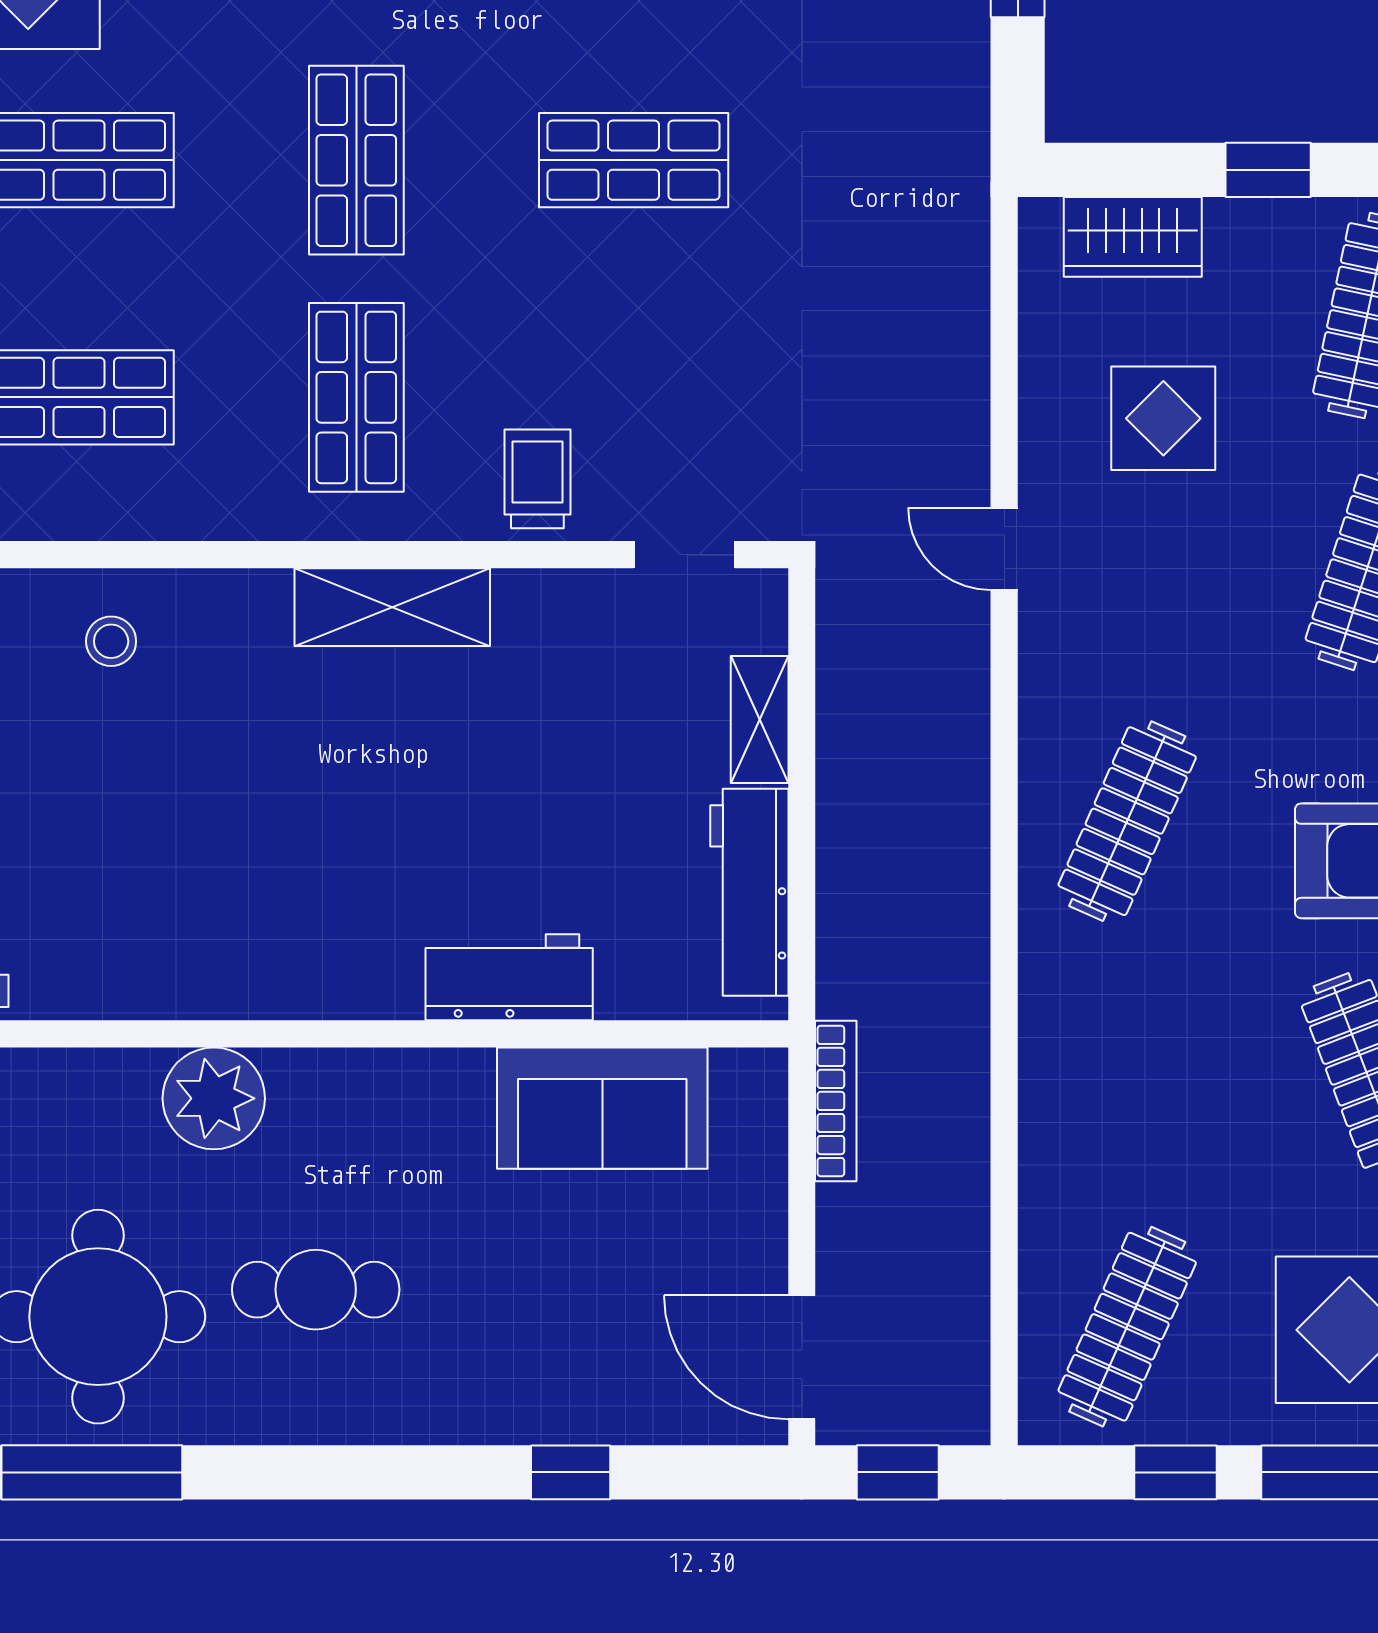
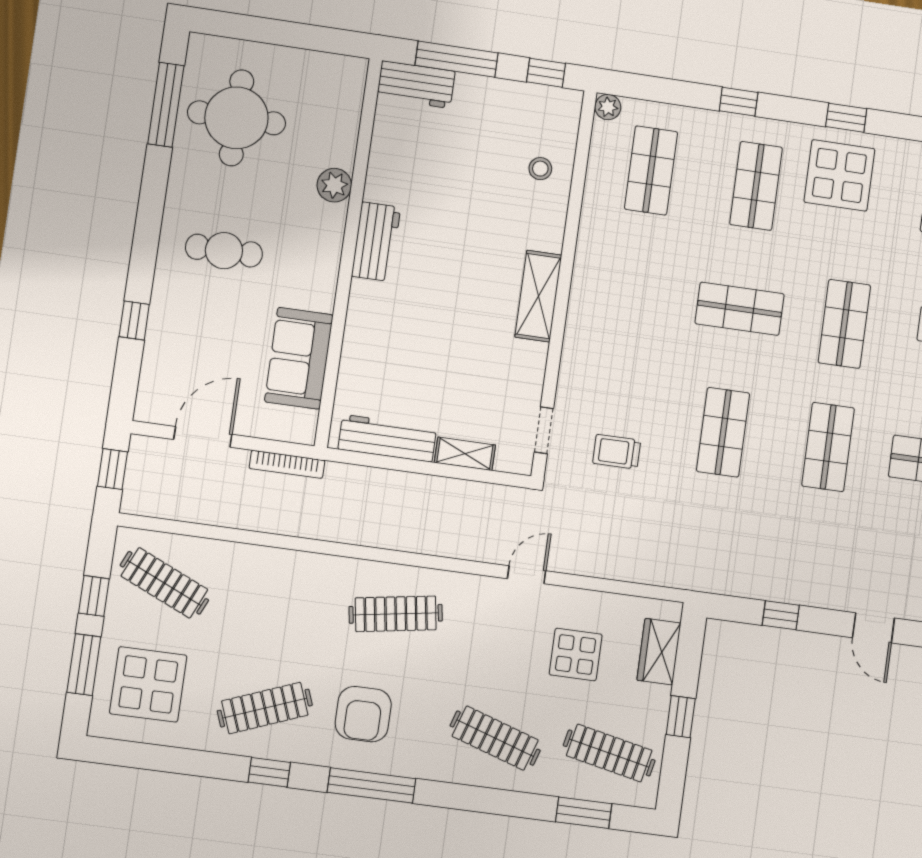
shop shelf: (356, 397) -> (634, 294), removed
trolley: (537, 479) -> (617, 452), moved, turned 180
clothes rail: (1127, 821) -> (396, 614), turned -33
workbench: (509, 977) -> (376, 242), moved
plant: (214, 1098) -> (334, 185), width x0.73, depth x0.73
cafe table: (316, 1290) -> (224, 251), moved, turned 90
door: (802, 1357) -> (203, 437), moved

